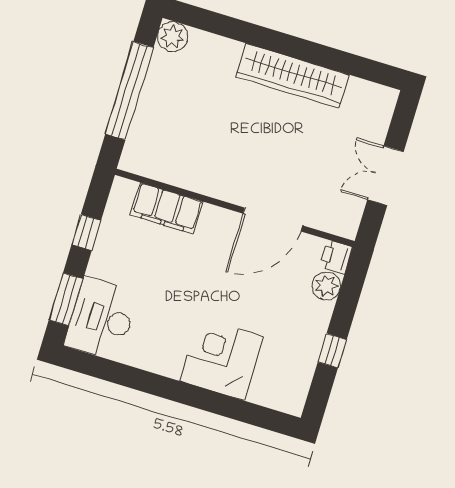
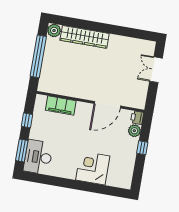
wardrobe: (292, 76) -> (85, 37), moved
double door: (385, 176) -> (156, 70), moved
window: (332, 351) -> (142, 148), moved

